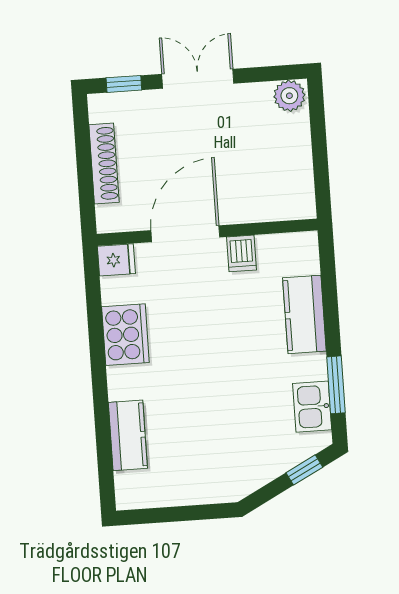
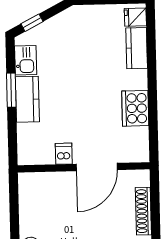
fridge: (116, 260) -> (135, 17), moved
kitchen counter: (304, 314) -> (27, 99), moved
window: (336, 385) -> (11, 90), moved

